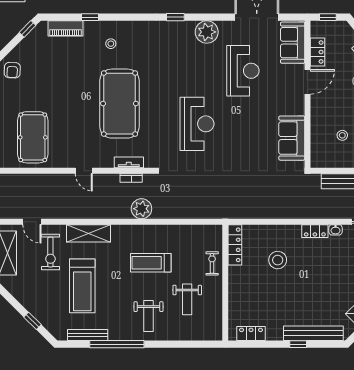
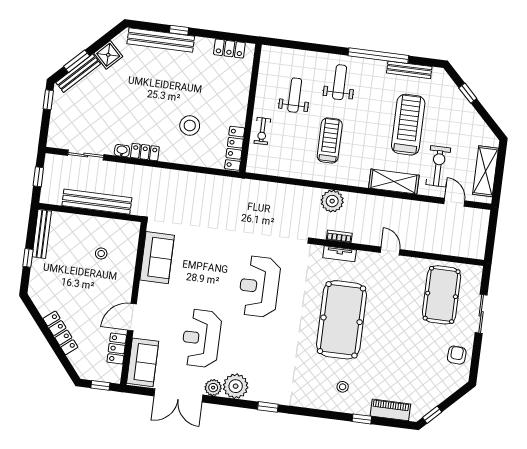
plant: (227, 28) -> (213, 388), added
armchair: (12, 70) -> (457, 355), moved
treadmill: (151, 263) -> (330, 140), turned -90

